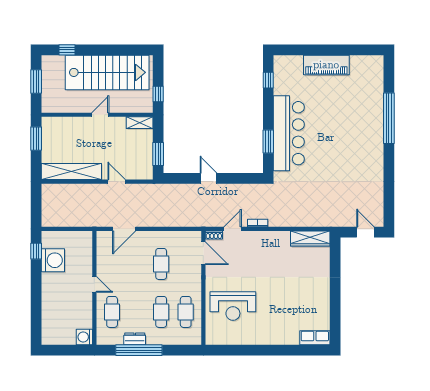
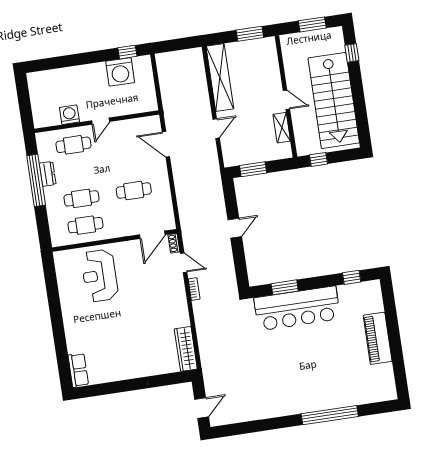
shelving: (140, 123) -> (282, 128), moved
washing machine: (84, 337) -> (69, 115), moved

